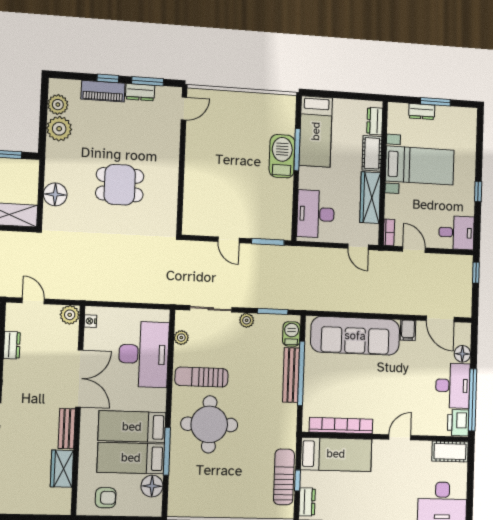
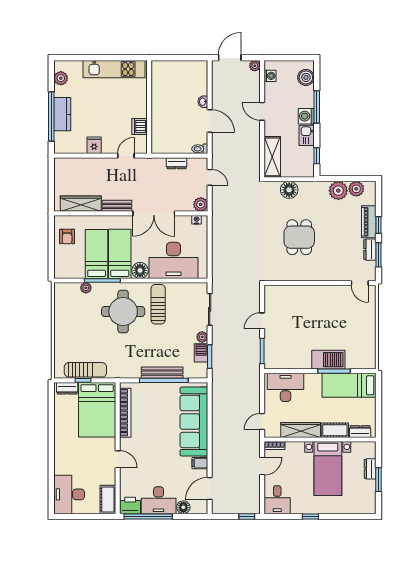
door: (33, 301) -> (210, 177), hinge flipped
barbecue: (291, 334) -> (201, 353), moved, turned -90
plant: (181, 338) -> (86, 288), moved
bed: (336, 454) -> (97, 410), width x1.50
wardrobe: (62, 469) -> (81, 204), width x1.50
floor lamp: (152, 486) -> (140, 270), moved

